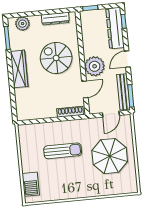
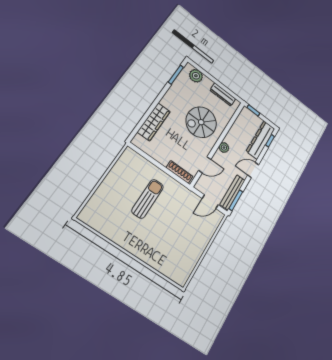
spiral stairs: (56, 58) -> (201, 122), turned -90
plant: (95, 66) -> (224, 148), width x0.53, depth x0.53
wardrobe: (19, 69) -> (154, 122), moved
sun lounger: (63, 151) -> (148, 199), turned -90
parasol: (110, 156) -> (183, 236), removed
barbecue: (31, 184) -> (96, 205), removed

